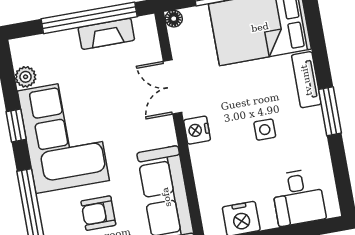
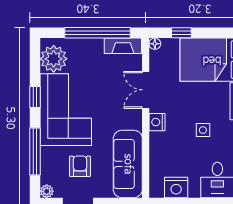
fireplace: (106, 34) -> (123, 46), moved
plant: (26, 77) -> (54, 59), width x1.87, depth x1.87
armchair: (98, 213) -> (80, 166), turned 90

